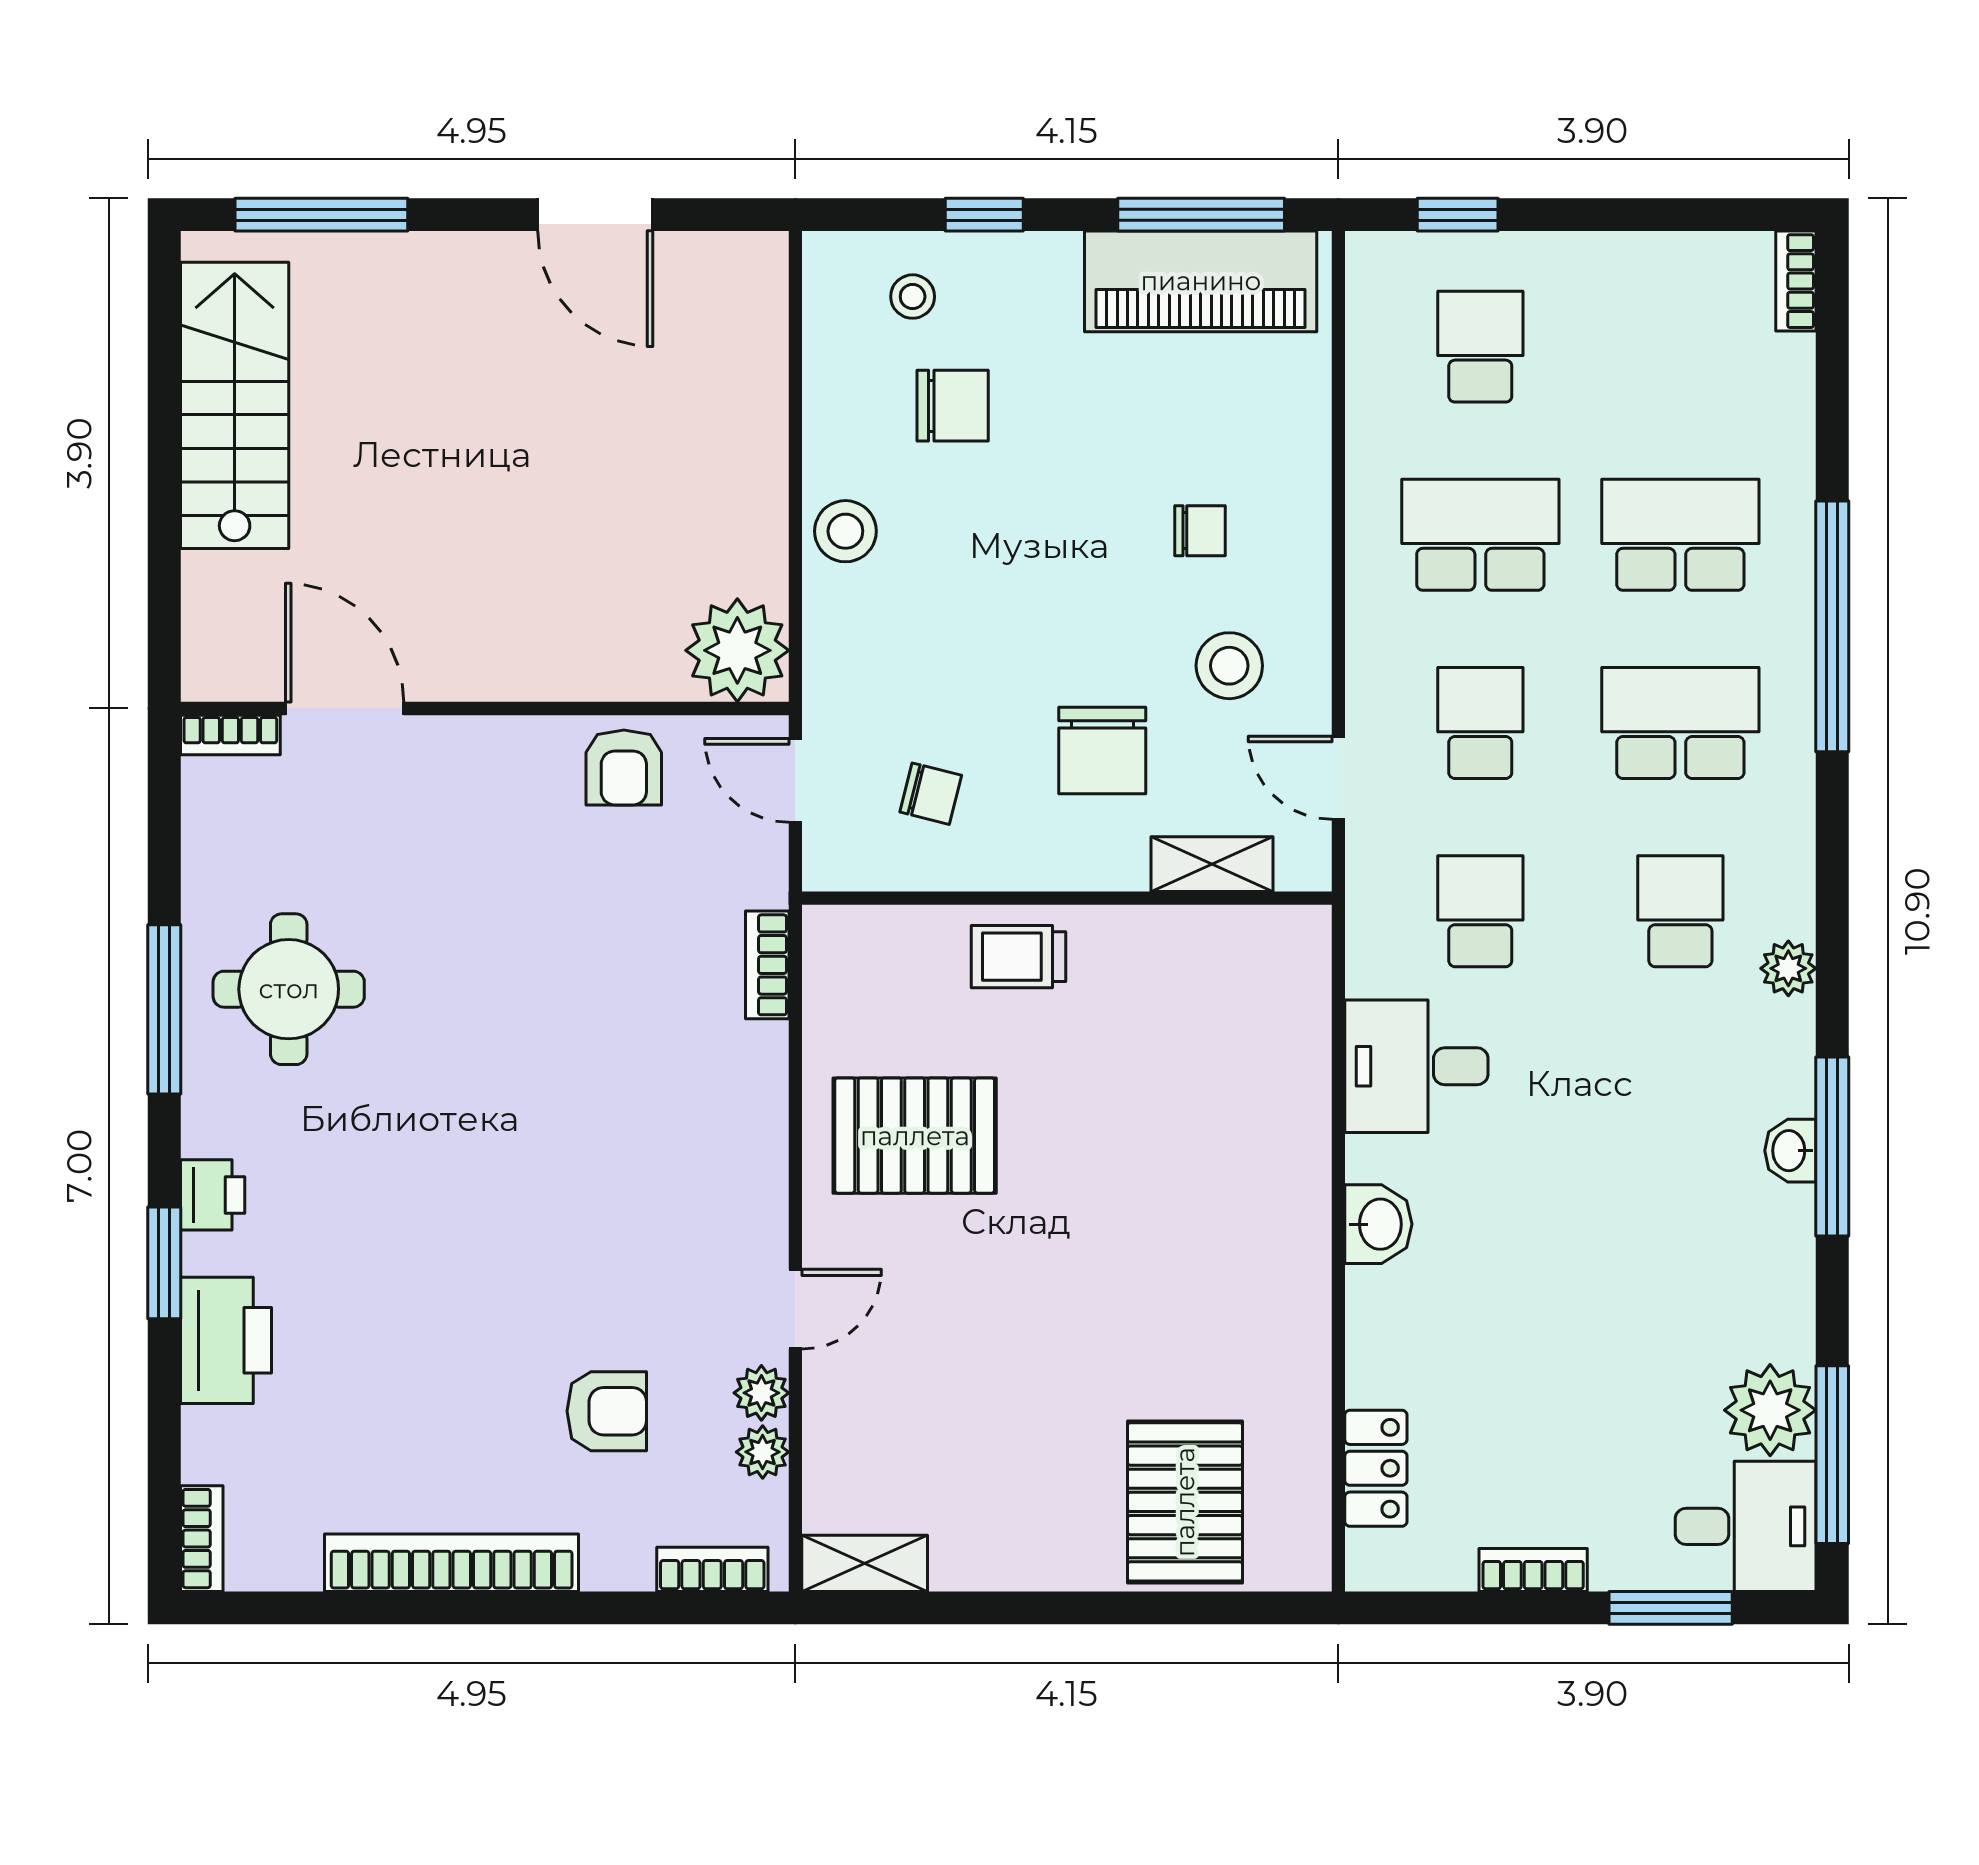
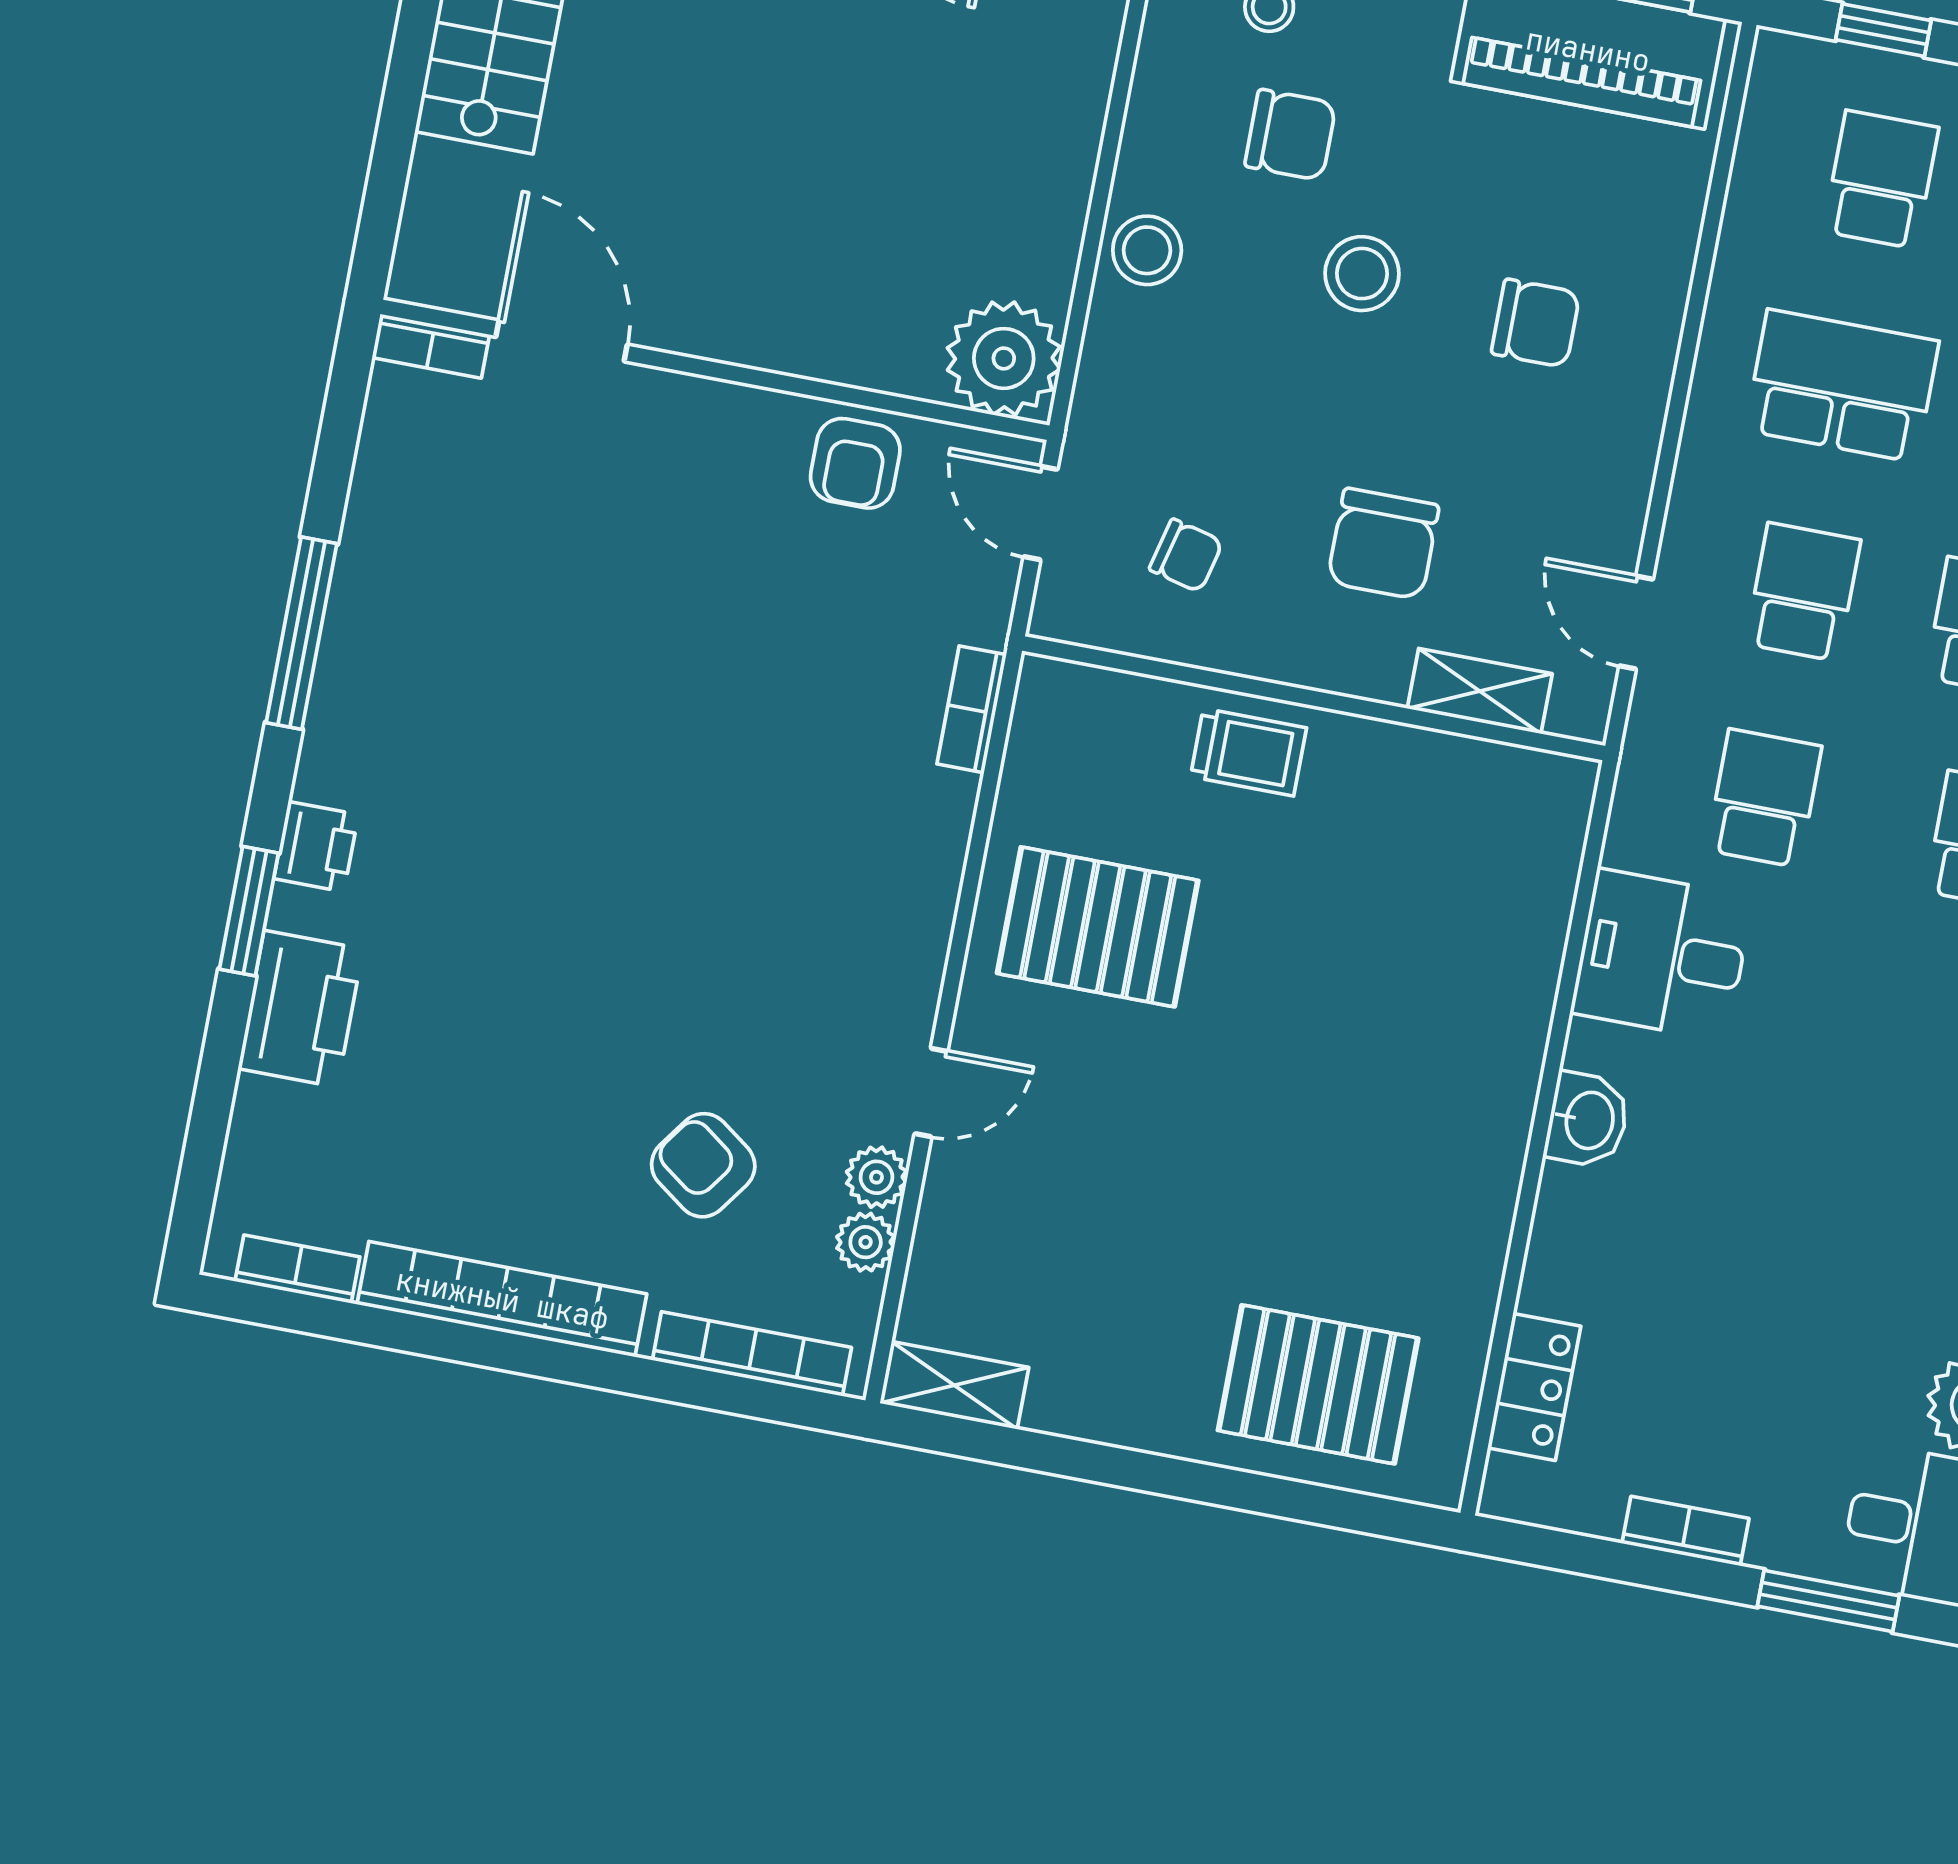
chair: (1200, 531) -> (1536, 323), width x1.37, depth x1.37
stool: (1229, 666) -> (1362, 274), moved
trolley: (1018, 957) -> (1248, 752), turned 180
round table: (289, 989) -> (442, 637), removed
armchair: (607, 1411) -> (703, 1165), turned -144
pallet: (1185, 1502) -> (1318, 1384), turned 90
bookcase: (202, 1539) -> (297, 1269), moved, turned -90
bookcase: (712, 1569) -> (752, 1354), width x1.56

